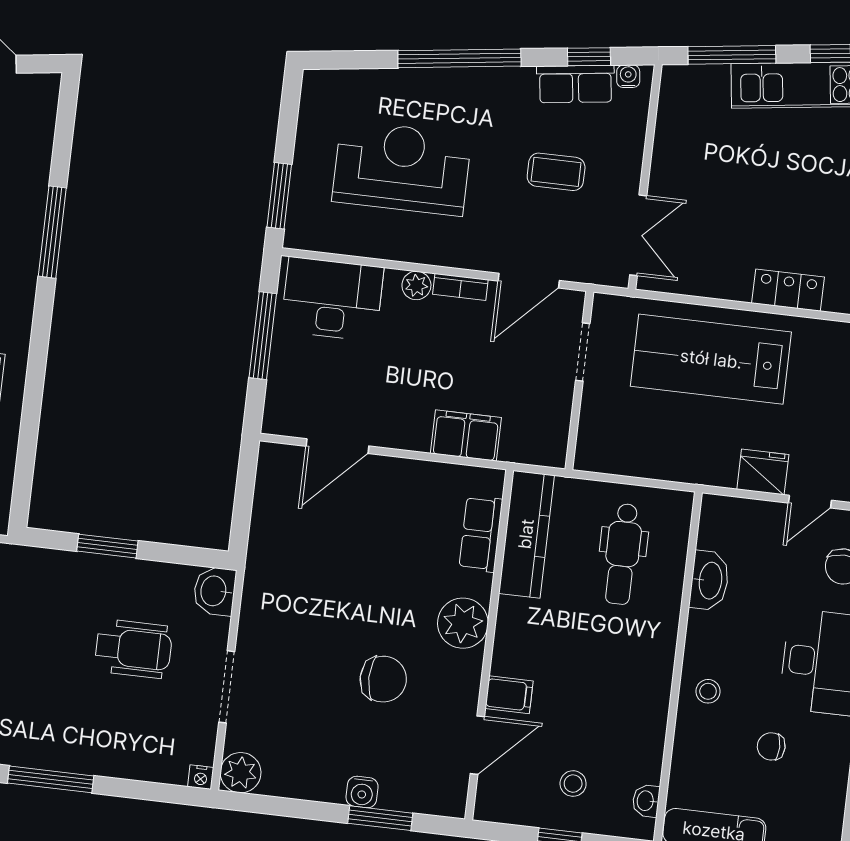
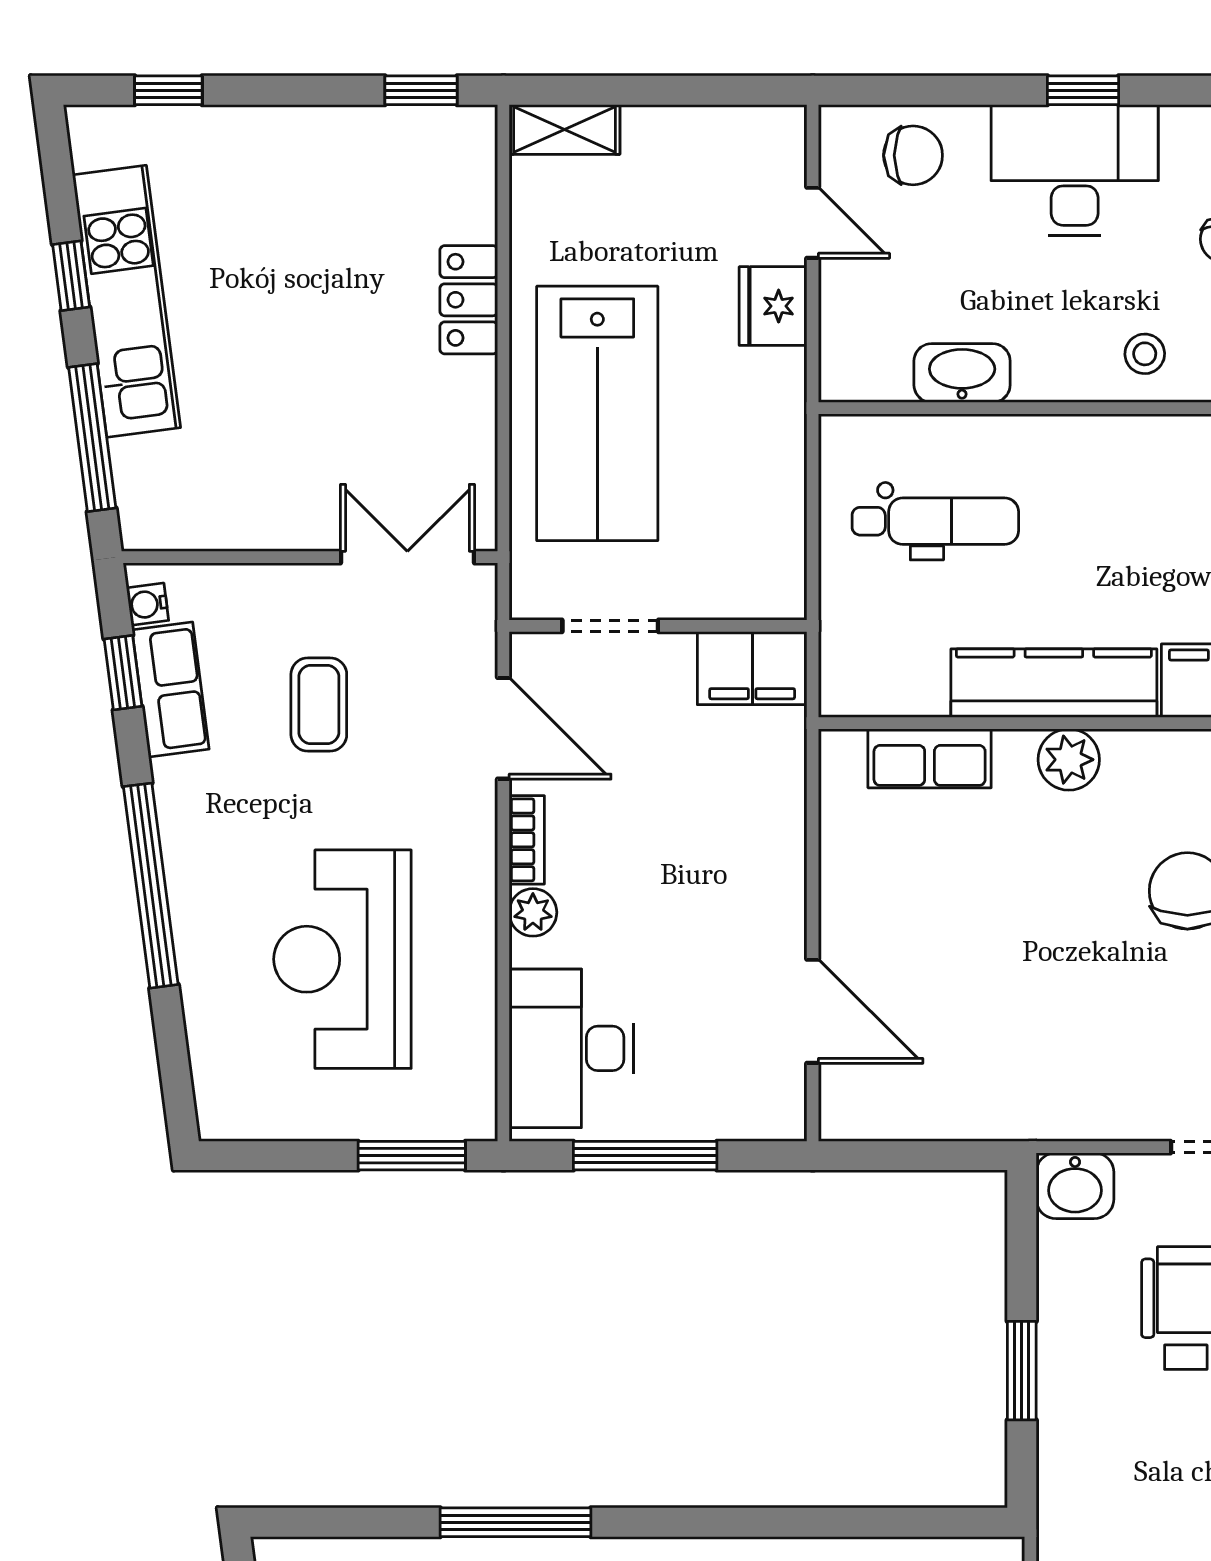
filing cabinet: (466, 436) -> (752, 668), moved, turned -90
kitchen counter: (526, 534) -> (1054, 683), moved
plant: (463, 623) -> (1069, 760), width x0.73, depth x0.73

